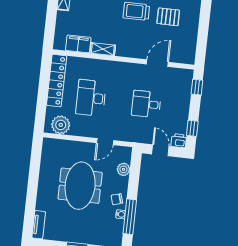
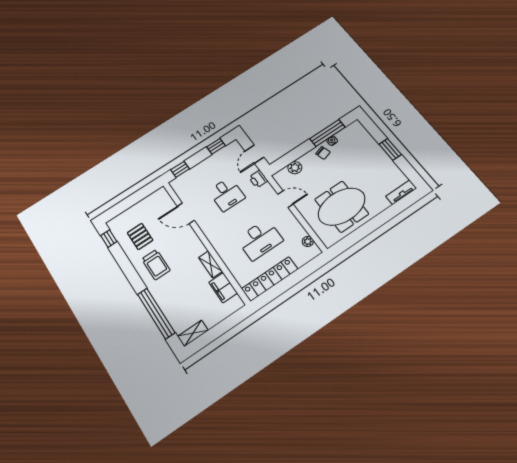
plant: (61, 125) -> (308, 242), width x0.53, depth x0.53
printer: (179, 141) -> (258, 179), moved
meeting table: (80, 186) -> (342, 207), moved

